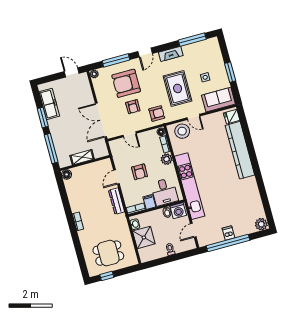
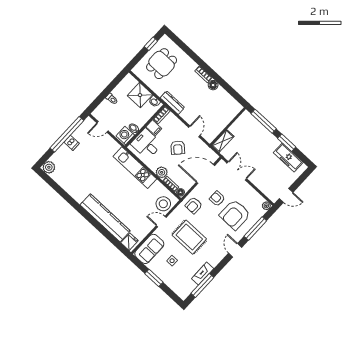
fireplace: (171, 54) -> (203, 274), moved
armchair: (126, 83) -> (235, 215), turned 180
double door: (101, 120) -> (237, 171), width x0.73
door: (130, 134) -> (206, 174), width x1.88
shelving: (82, 157) -> (223, 141), moved
armchair: (139, 172) -> (178, 148), turned -137
floor lamp: (67, 174) -> (213, 85), moved
kitchen unit: (190, 186) -> (135, 168), width x0.73
dresser: (117, 201) -> (172, 103), moved
door: (193, 230) -> (103, 127), swing flipped

